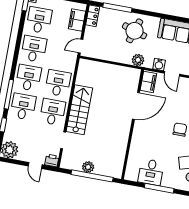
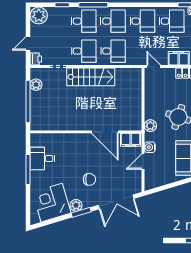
plant: (88, 167) -> (36, 85), moved

